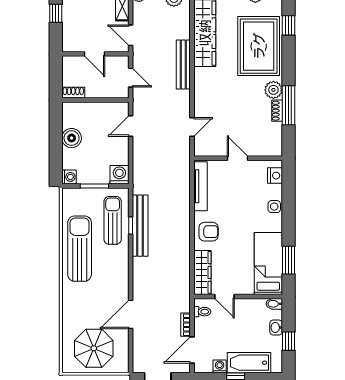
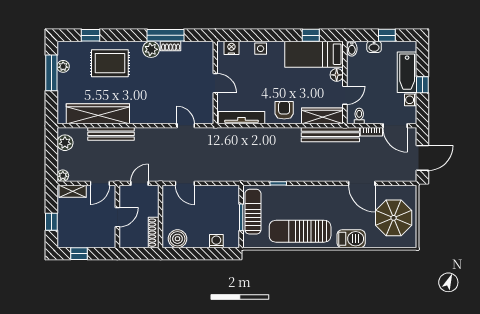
rug: (259, 46) -> (110, 63), width x0.73, depth x0.69
bench: (183, 64) -> (111, 134), moved
shoe rack: (73, 93) -> (154, 233), width x1.43
boiler: (72, 138) -> (177, 239), moved
door: (237, 158) -> (215, 83), swing flipped
washing machine: (119, 175) -> (231, 194), removed
washing machine: (69, 177) -> (216, 241), moved
sun lounger: (113, 220) -> (253, 212), moved, turned 90
bench: (140, 226) -> (330, 135), moved
window: (288, 260) -> (311, 35), width x0.67
floor lamp: (246, 288) -> (337, 75), added
barbecue: (72, 303) -> (351, 239), added

